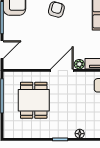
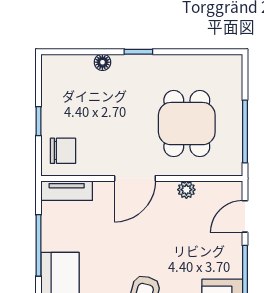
plant: (79, 64) -> (186, 190), moved

